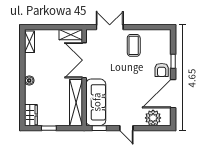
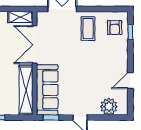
window: (173, 61) -> (130, 32), moved
armchair: (162, 70) -> (115, 28), moved
door: (173, 94) -> (130, 81), width x0.53

